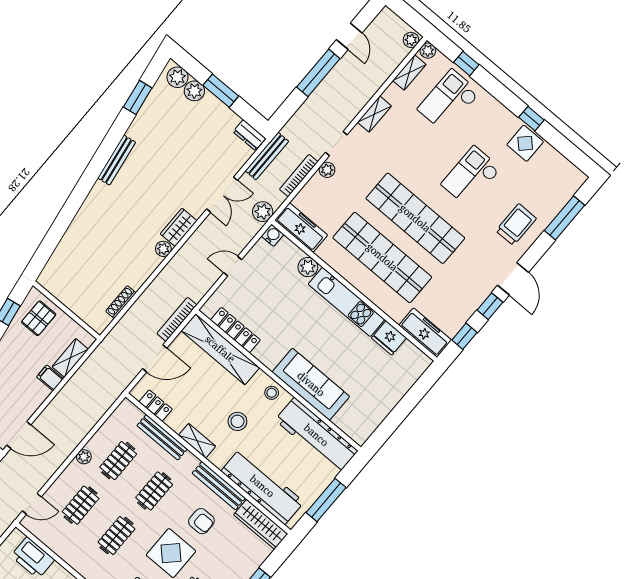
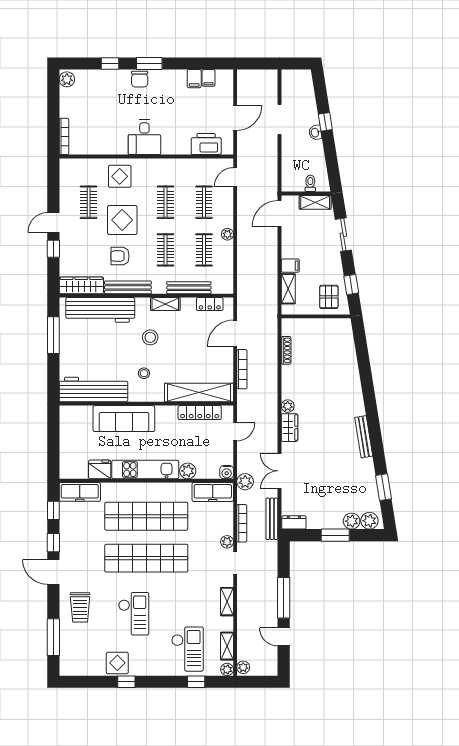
locker: (235, 330) -> (200, 413), moved
shelving: (220, 349) -> (199, 393), moved
wall: (278, 380) -> (146, 404), moved
sofa: (311, 384) -> (124, 419), moved
workbench: (316, 435) -> (93, 389), moved

